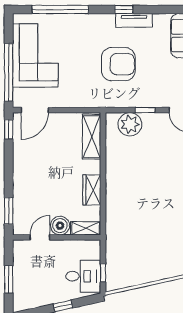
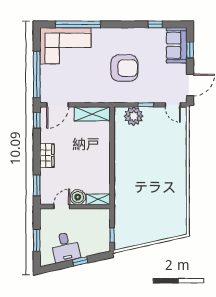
window: (124, 10) -> (155, 24), moved
tv unit: (134, 20) -> (137, 33), removed
corner sofa: (35, 56) -> (65, 46), moved, turned 90
shelving: (92, 137) -> (92, 114), moved, turned 90
wardrobe: (92, 190) -> (47, 155), moved, turned 180
desk: (83, 276) -> (65, 247), moved, turned 77

